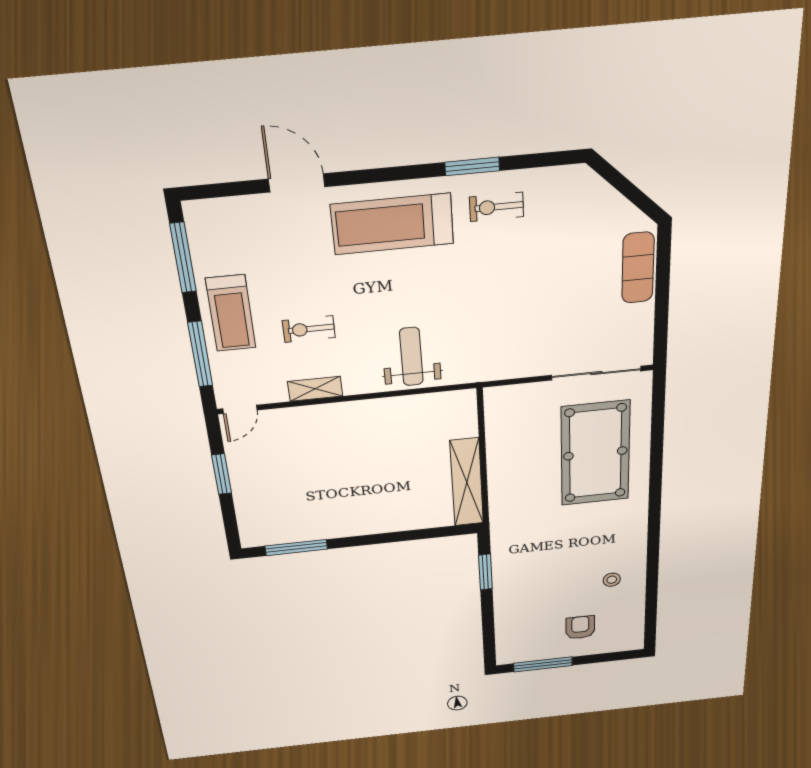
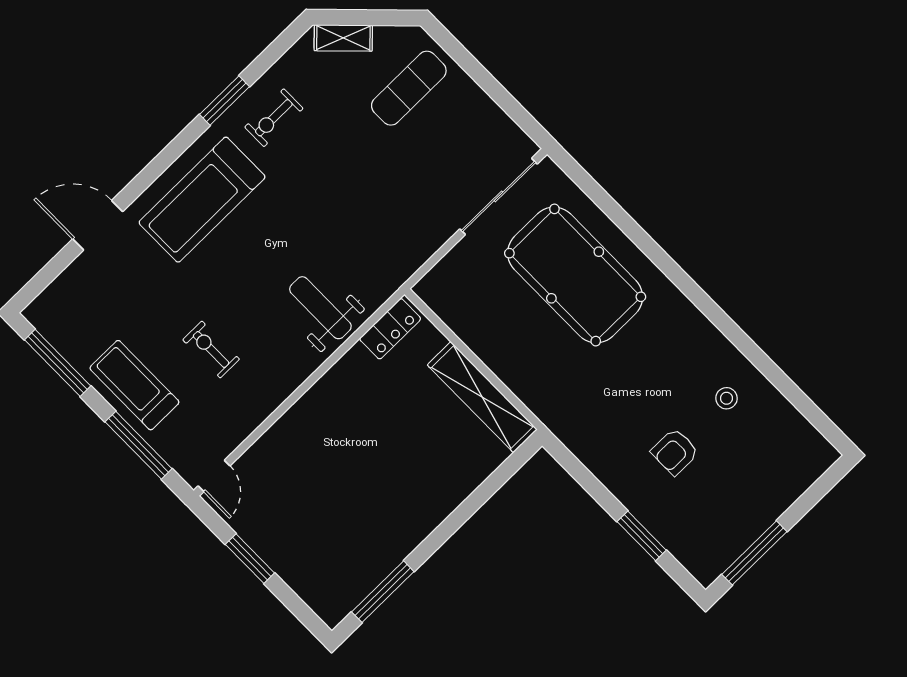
exercise mat: (638, 268) -> (409, 88), moved, turned 90
treadmill: (231, 313) -> (134, 385), turned 180
exercise bike: (309, 329) -> (211, 349), turned 90
shelving: (315, 389) -> (343, 38), moved, turned 45
locker: (446, 402) -> (390, 329), added
window: (485, 572) -> (642, 536), moved
armchair: (580, 627) -> (675, 452), moved, turned -90

